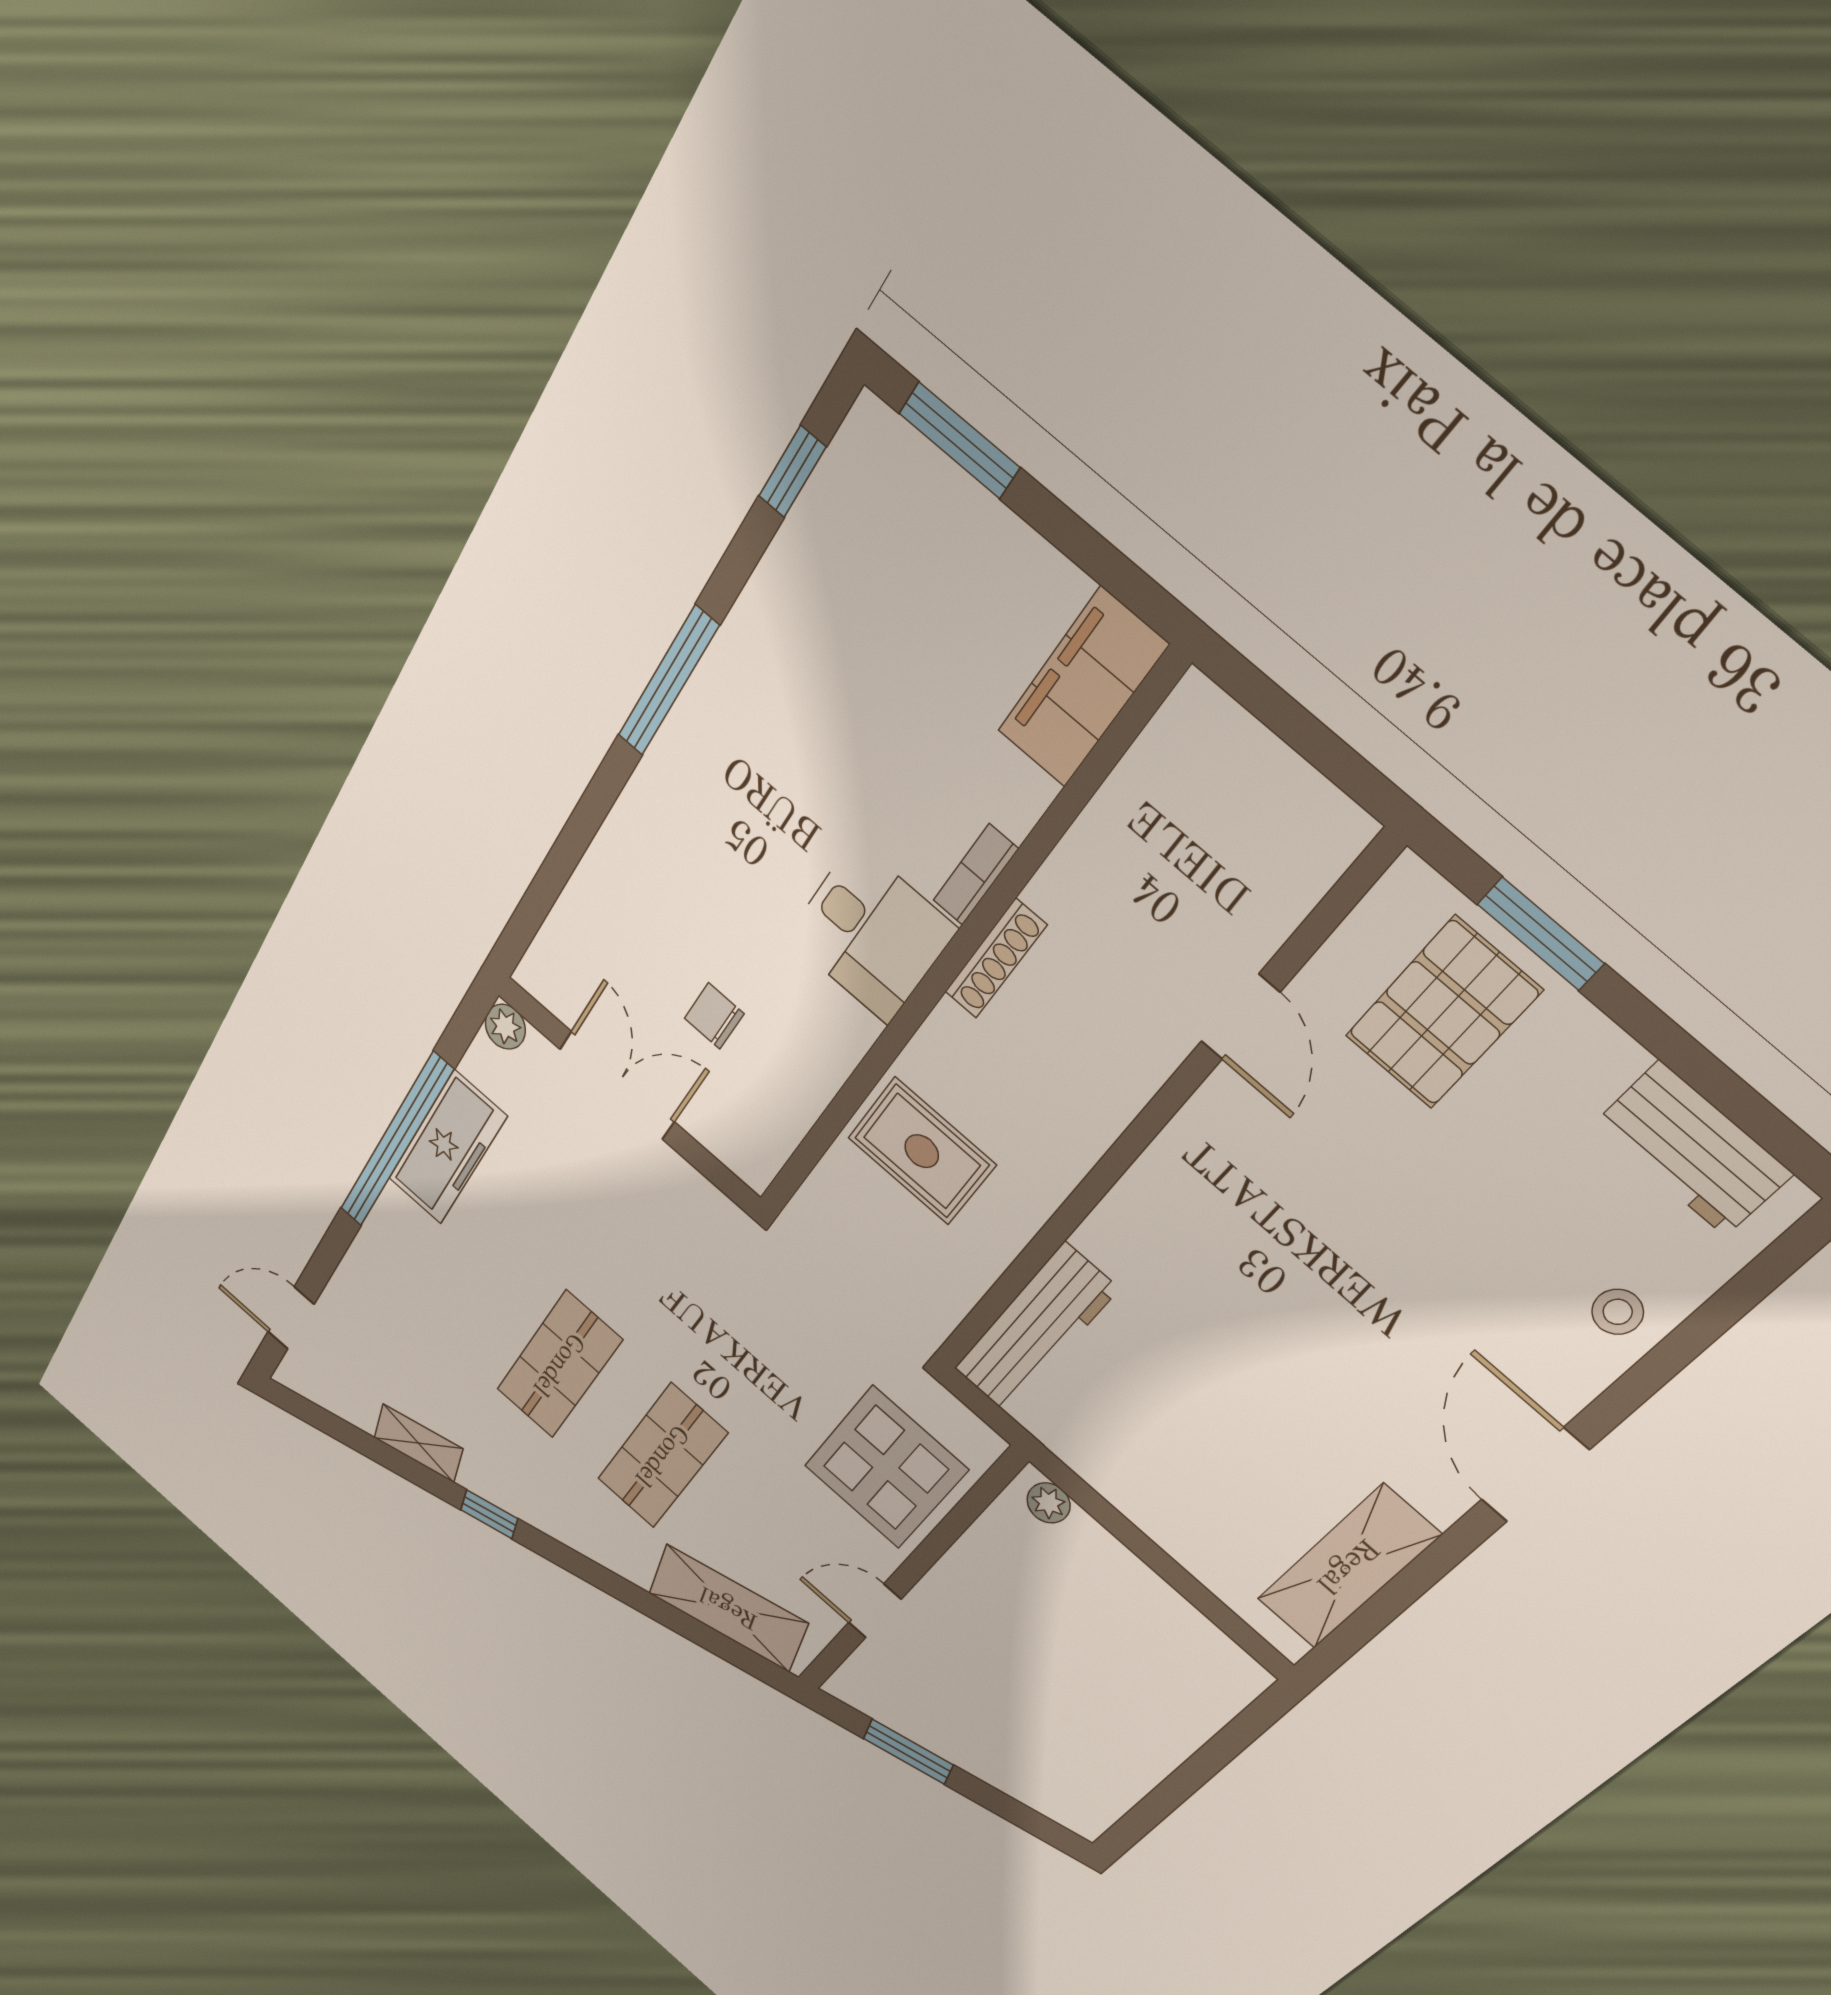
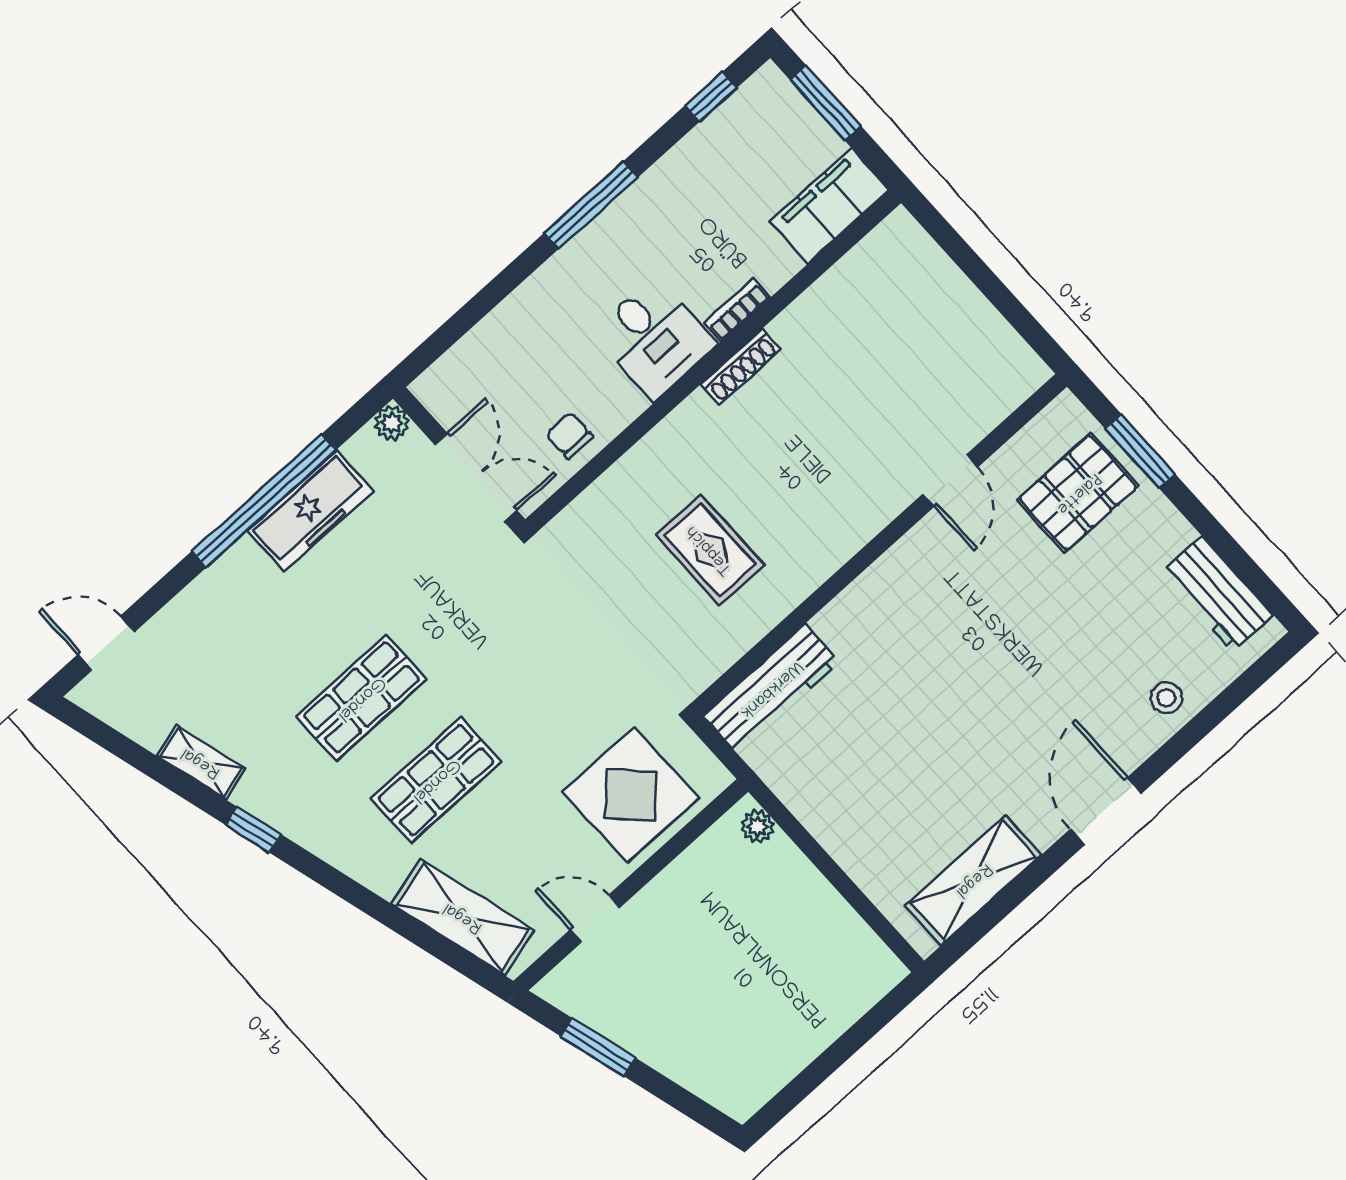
filing cabinet: (1083, 688) -> (830, 206), moved
bookcase: (976, 875) -> (737, 310), moved
desk: (871, 933) -> (654, 338), moved
wall: (956, 955) -> (713, 361), moved
shoe rack: (996, 959) -> (741, 367), moved

